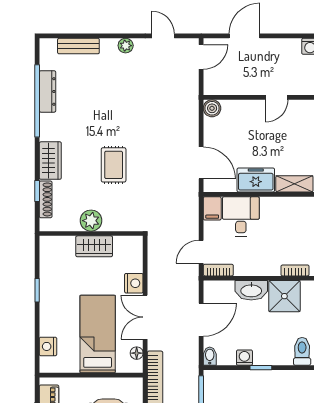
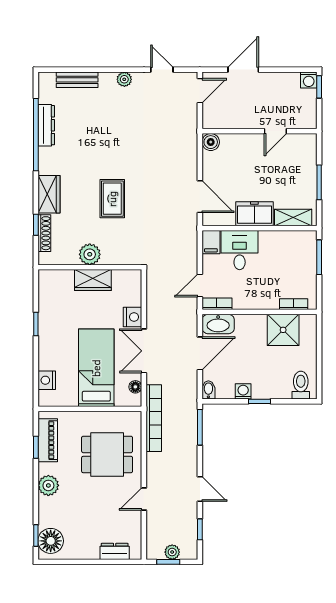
washbasin: (251, 290) -> (218, 324), moved

